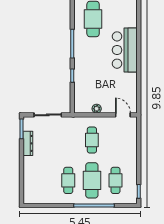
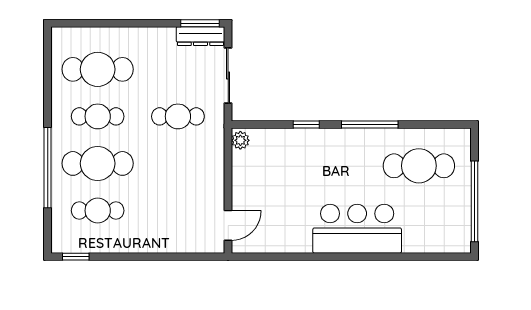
plant: (97, 109) -> (240, 140), moved
cafe table: (92, 140) -> (178, 116), moved
dresser: (28, 143) -> (200, 36), moved
cafe table: (45, 180) -> (98, 69), added

